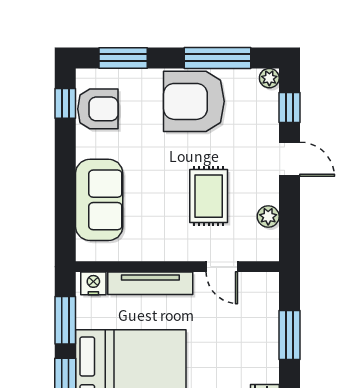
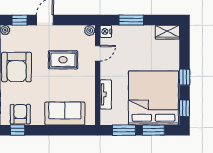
plant: (268, 216) -> (90, 31), moved
nightstand: (93, 283) -> (106, 31), moved
tv unit: (150, 283) -> (106, 94), width x0.71

